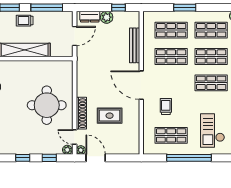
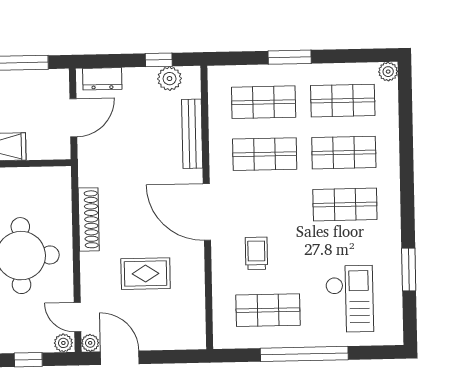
plant: (107, 17) -> (170, 79), moved
shoe rack: (81, 113) -> (89, 219), moved
checkout: (213, 131) -> (350, 299), turned 180

